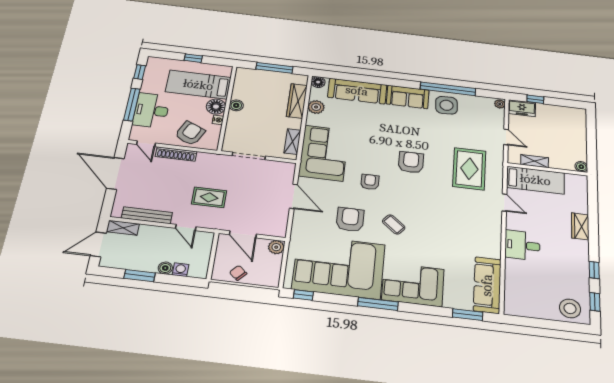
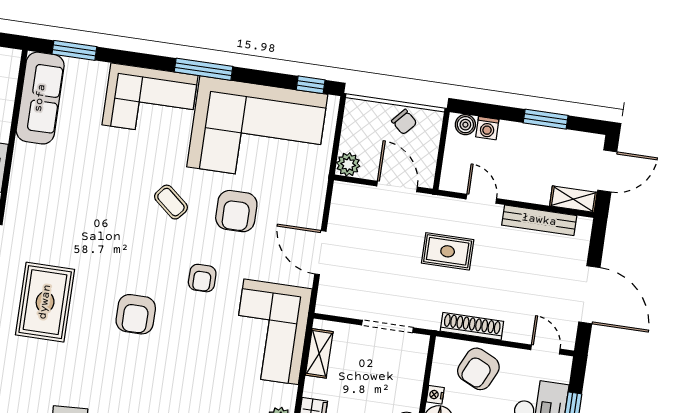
shoe rack: (176, 154) -> (472, 326), moved
boiler: (165, 268) -> (465, 125), moved

